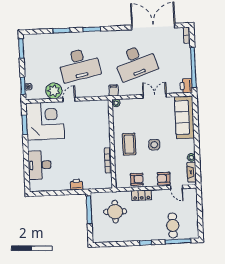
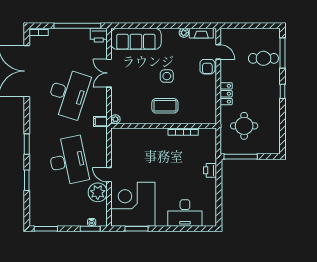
desk: (136, 62) -> (68, 94), turned 36
armchair: (137, 179) -> (207, 98), removed
door: (177, 187) -> (218, 52), hinge flipped

